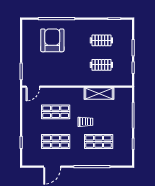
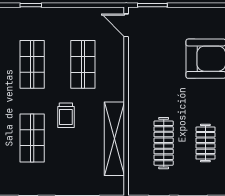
clothes rail: (101, 65) -> (164, 143), width x1.36
shelving: (99, 94) -> (114, 139), width x1.47

